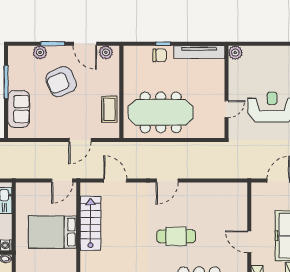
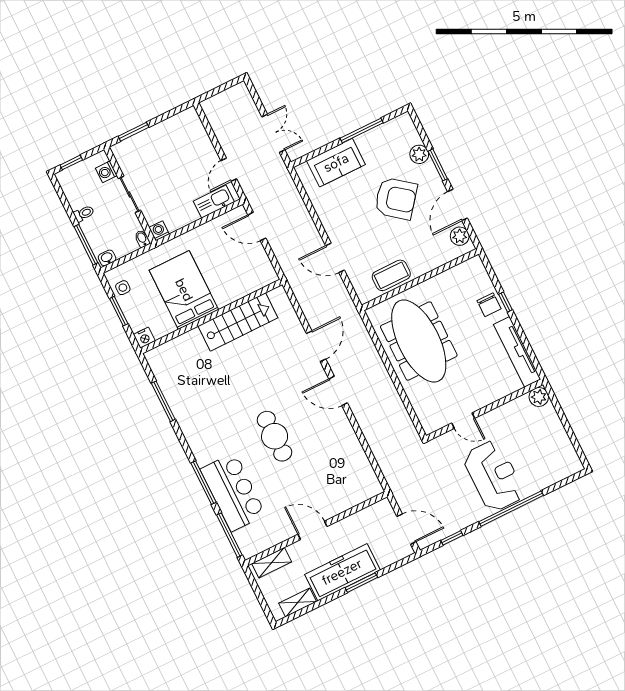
armchair: (61, 82) -> (396, 199), turned 151
door: (62, 181) -> (257, 226), moved
door: (115, 181) -> (316, 346), moved
bed: (52, 232) -> (184, 290), moved
door: (249, 242) -> (313, 530), hinge flipped

